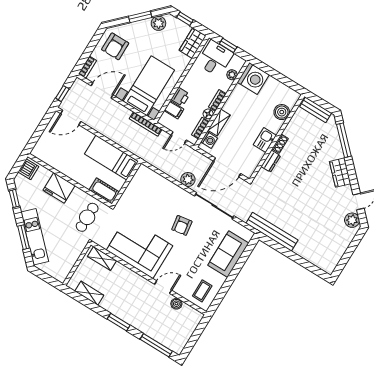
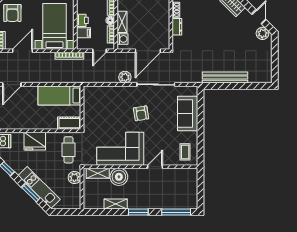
kitchen sink: (265, 140) -> (163, 14), removed
bench: (272, 232) -> (225, 78), moved
plant: (76, 249) -> (74, 177), added
shelving: (89, 293) -> (116, 204), moved
boiler: (176, 304) -> (119, 177), moved, width x1.86, depth x1.86

